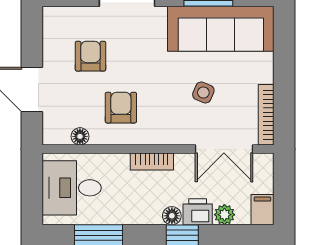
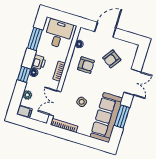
armchair: (90, 56) -> (112, 59), turned 125
printer: (198, 212) -> (39, 62), moved

